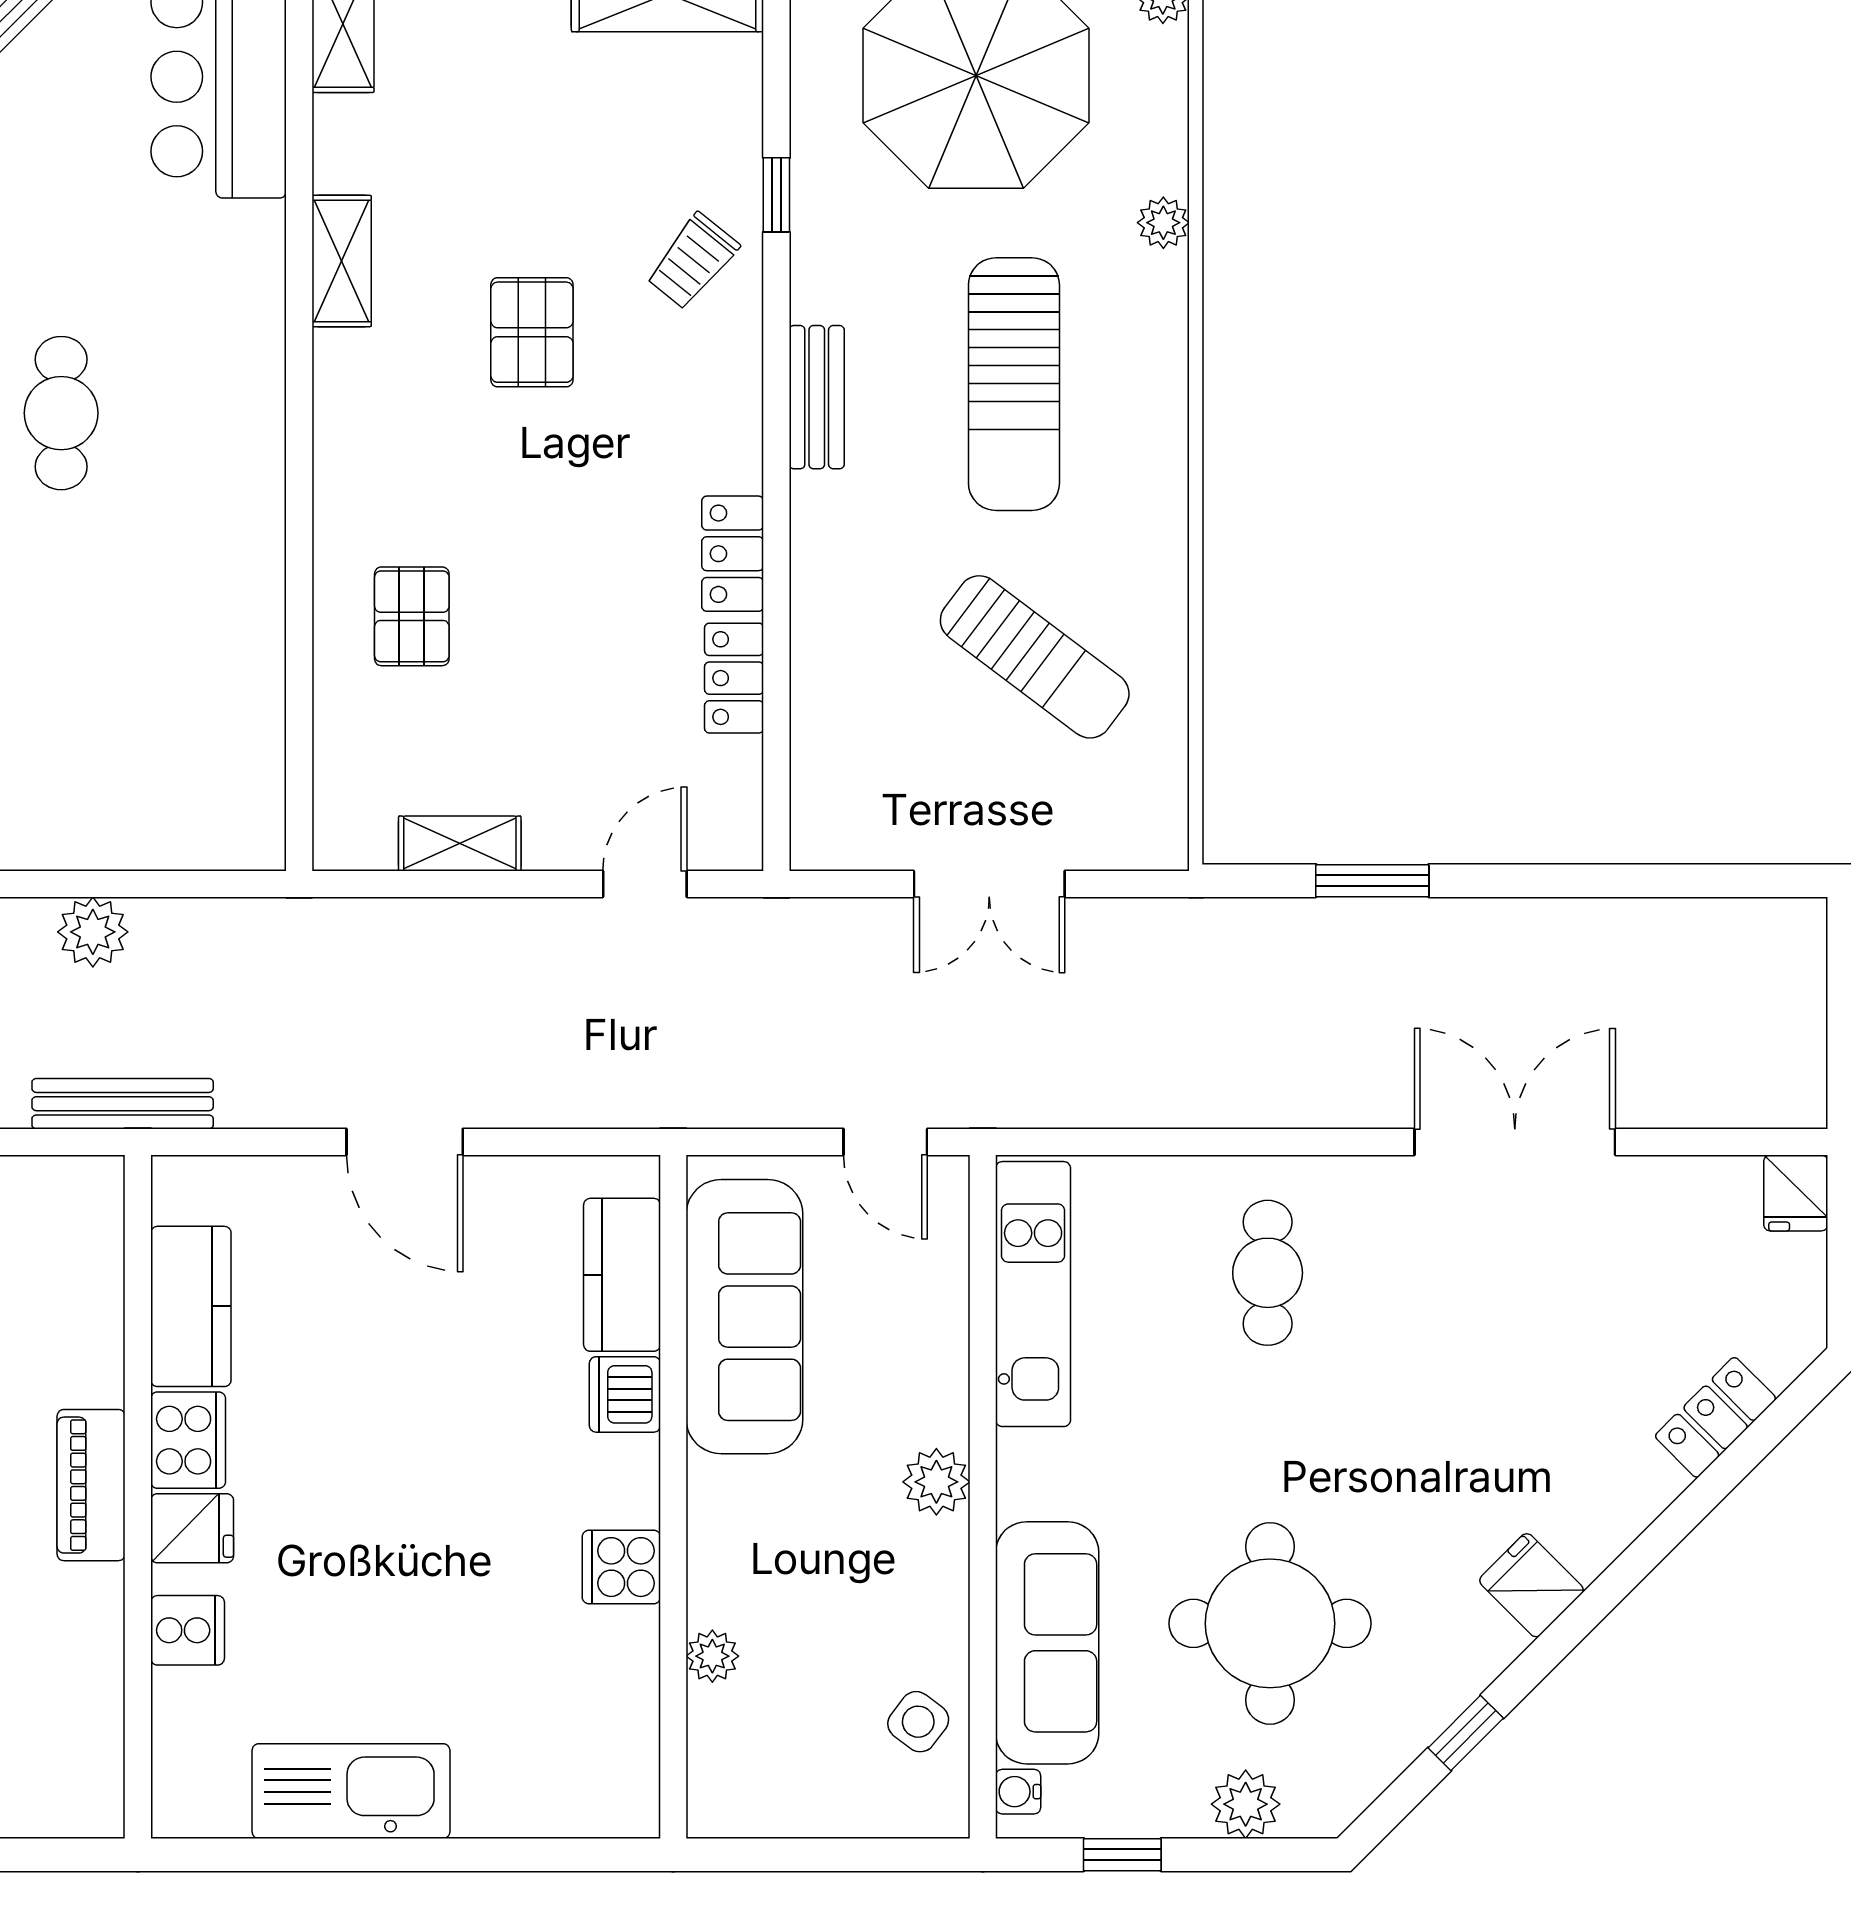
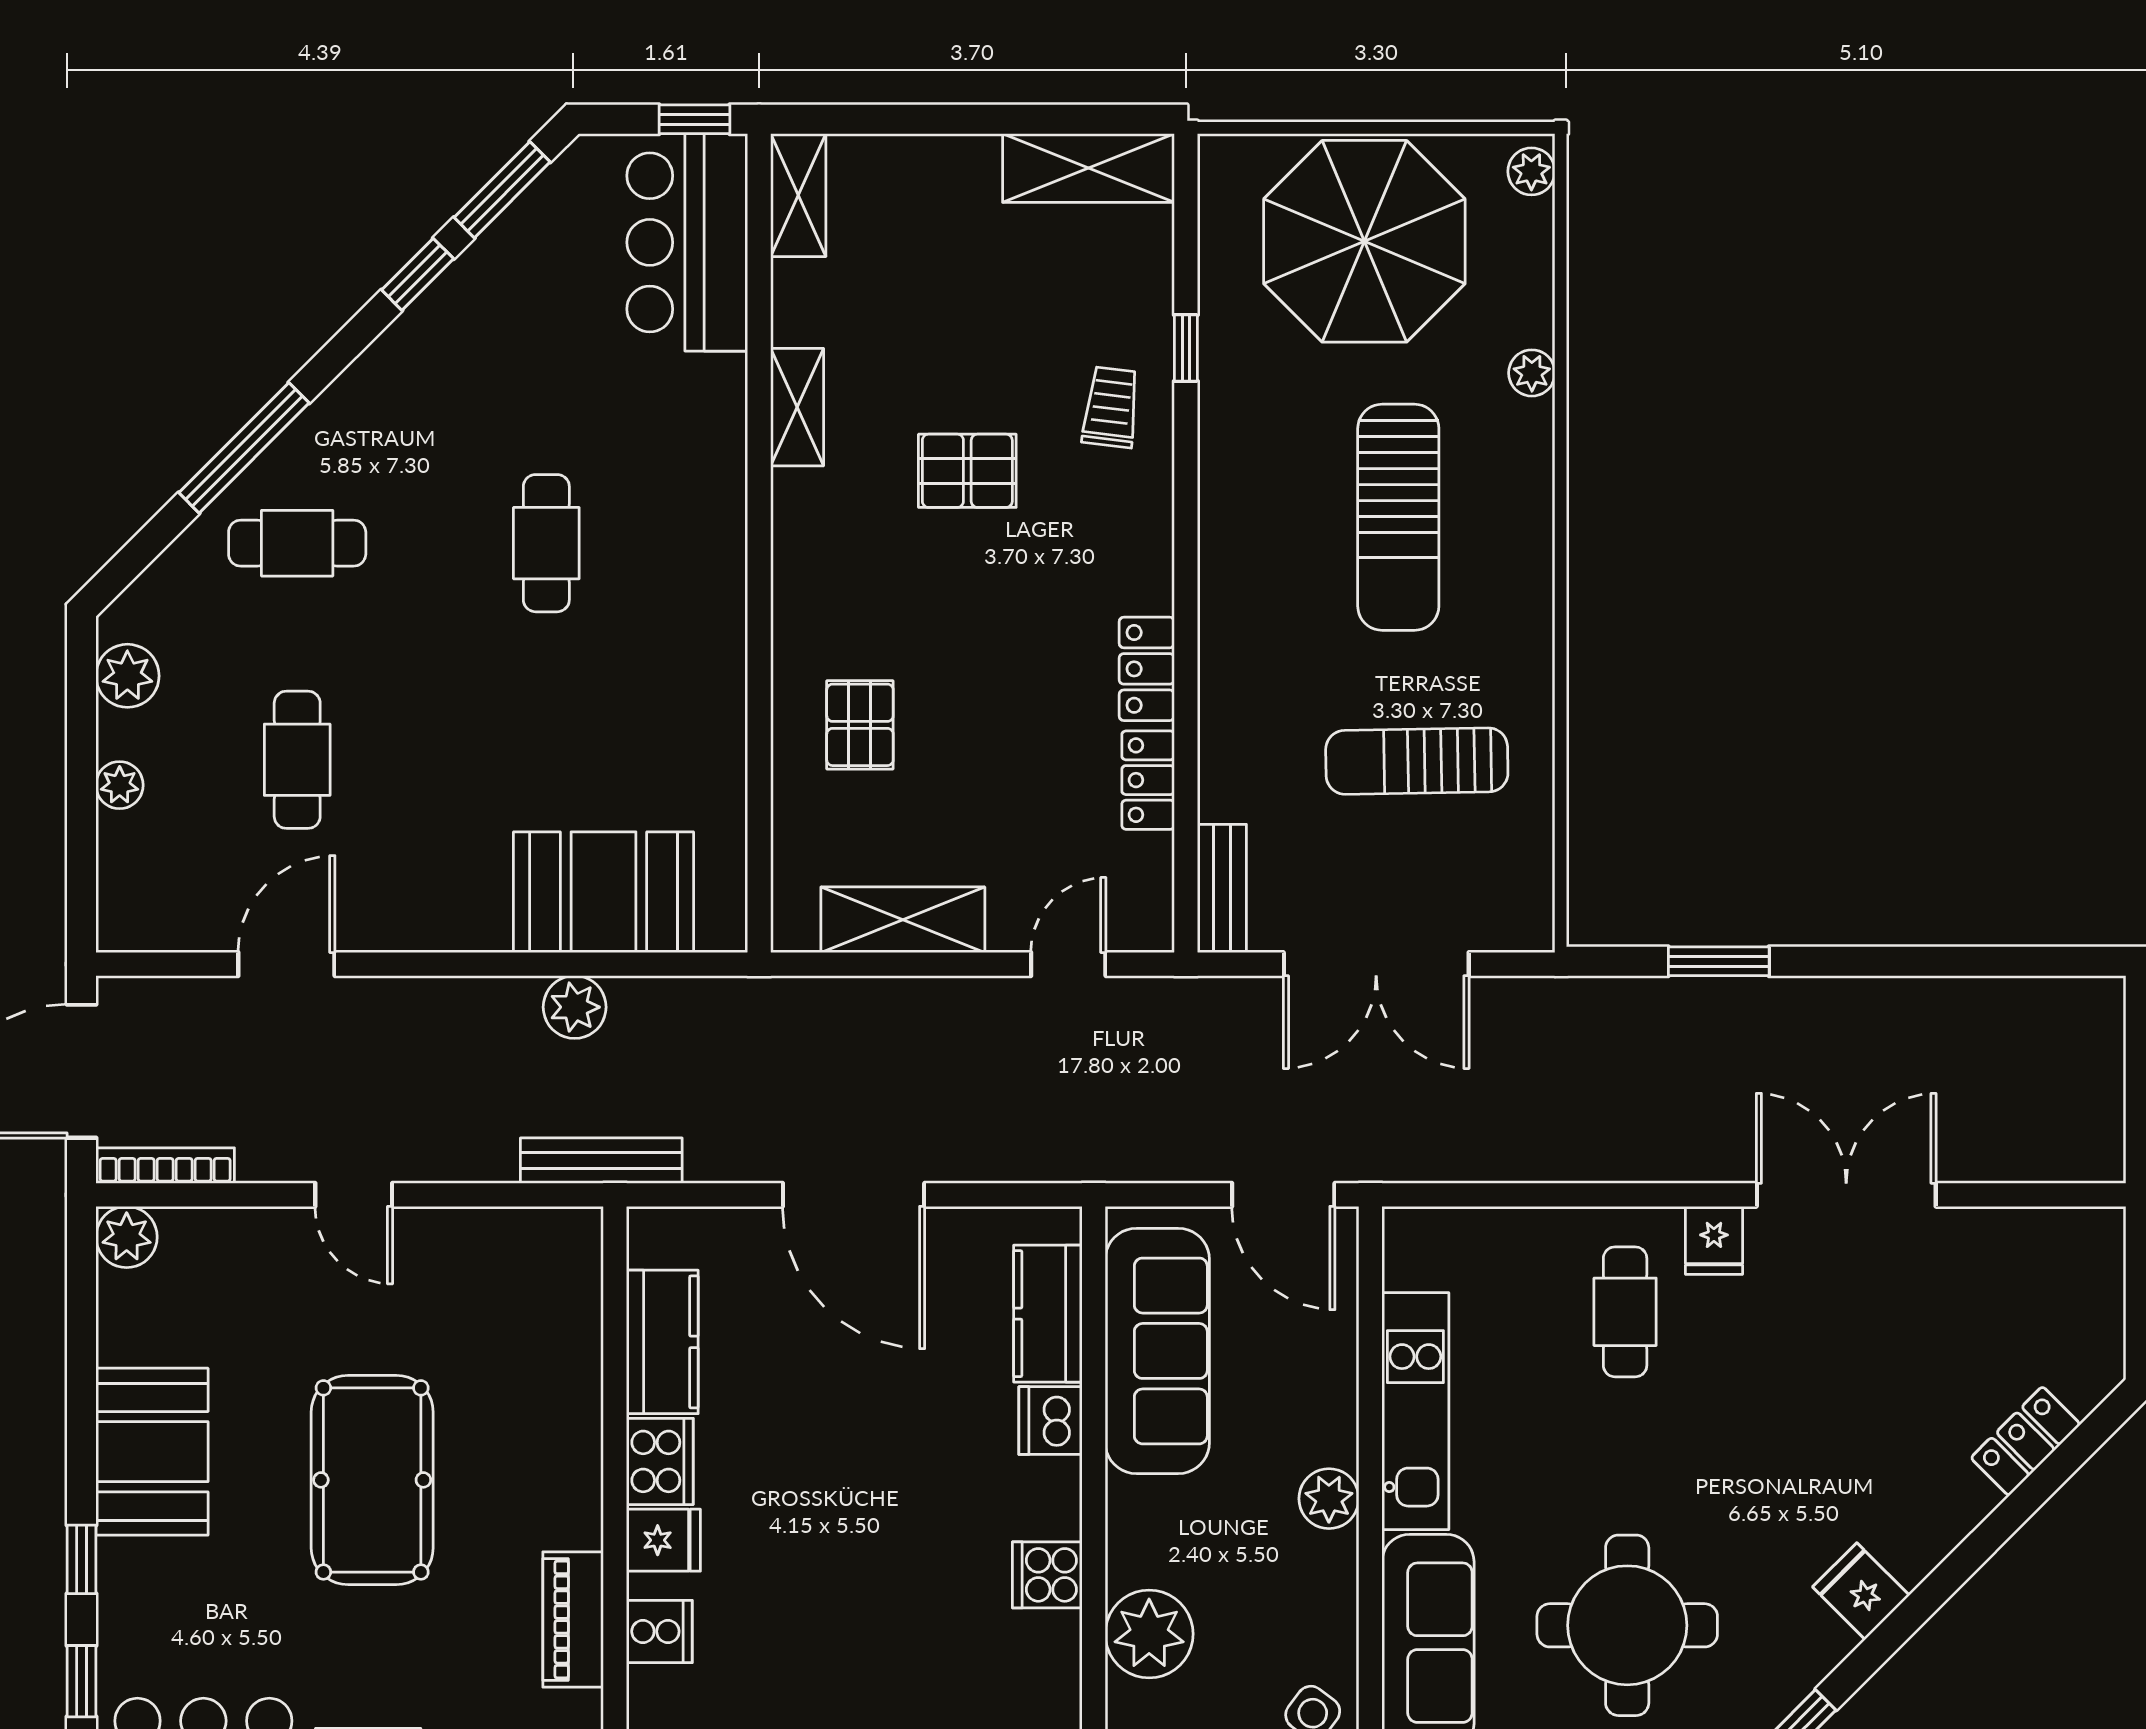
trolley: (693, 261) -> (1111, 407), turned 148
pallet: (532, 332) -> (967, 471), turned 90
bench: (817, 397) -> (1222, 888), moved
sun lounger: (1035, 657) -> (1417, 761), turned 142
booth: (125, 803) -> (603, 892), added
shelving: (460, 844) -> (903, 920), width x1.50, depth x1.33
double door: (989, 884) -> (1376, 964), width x1.37
door: (405, 1142) -> (854, 1195), width x1.36
door: (885, 1142) -> (1283, 1195), width x1.38
fridge: (1796, 1193) -> (1714, 1240), moved
kitchen unit: (1033, 1294) -> (1415, 1411), moved
piano: (91, 1485) -> (573, 1620), moved
plant: (712, 1656) -> (1149, 1634), width x1.87, depth x1.87

